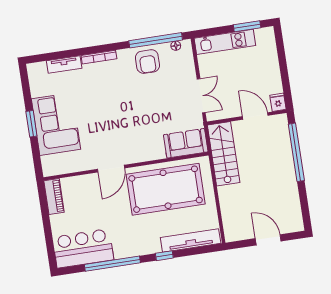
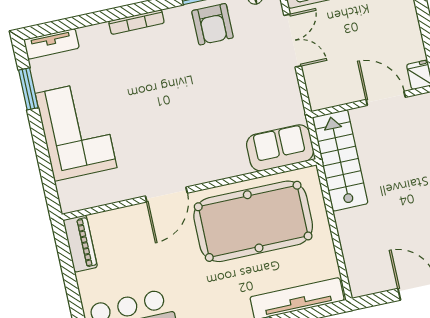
tv unit: (64, 64) -> (51, 44), moved
double door: (201, 96) -> (293, 41), moved
window: (31, 124) -> (28, 89), moved

